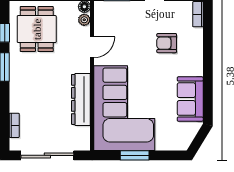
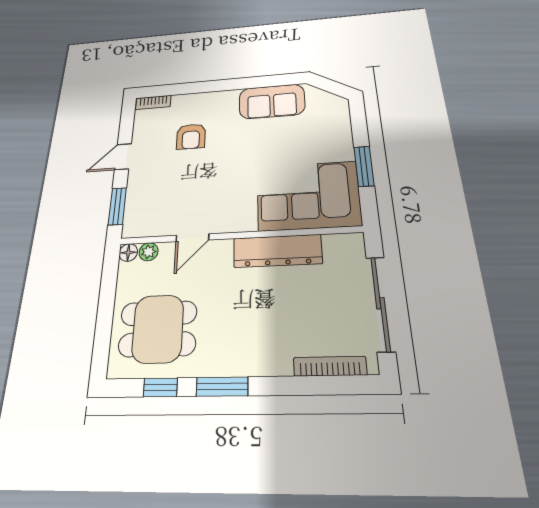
door: (92, 47) -> (192, 238), swing flipped
corner sofa: (124, 108) -> (308, 196), width x0.73, depth x0.74
bookcase: (14, 125) -> (330, 366), width x1.56

